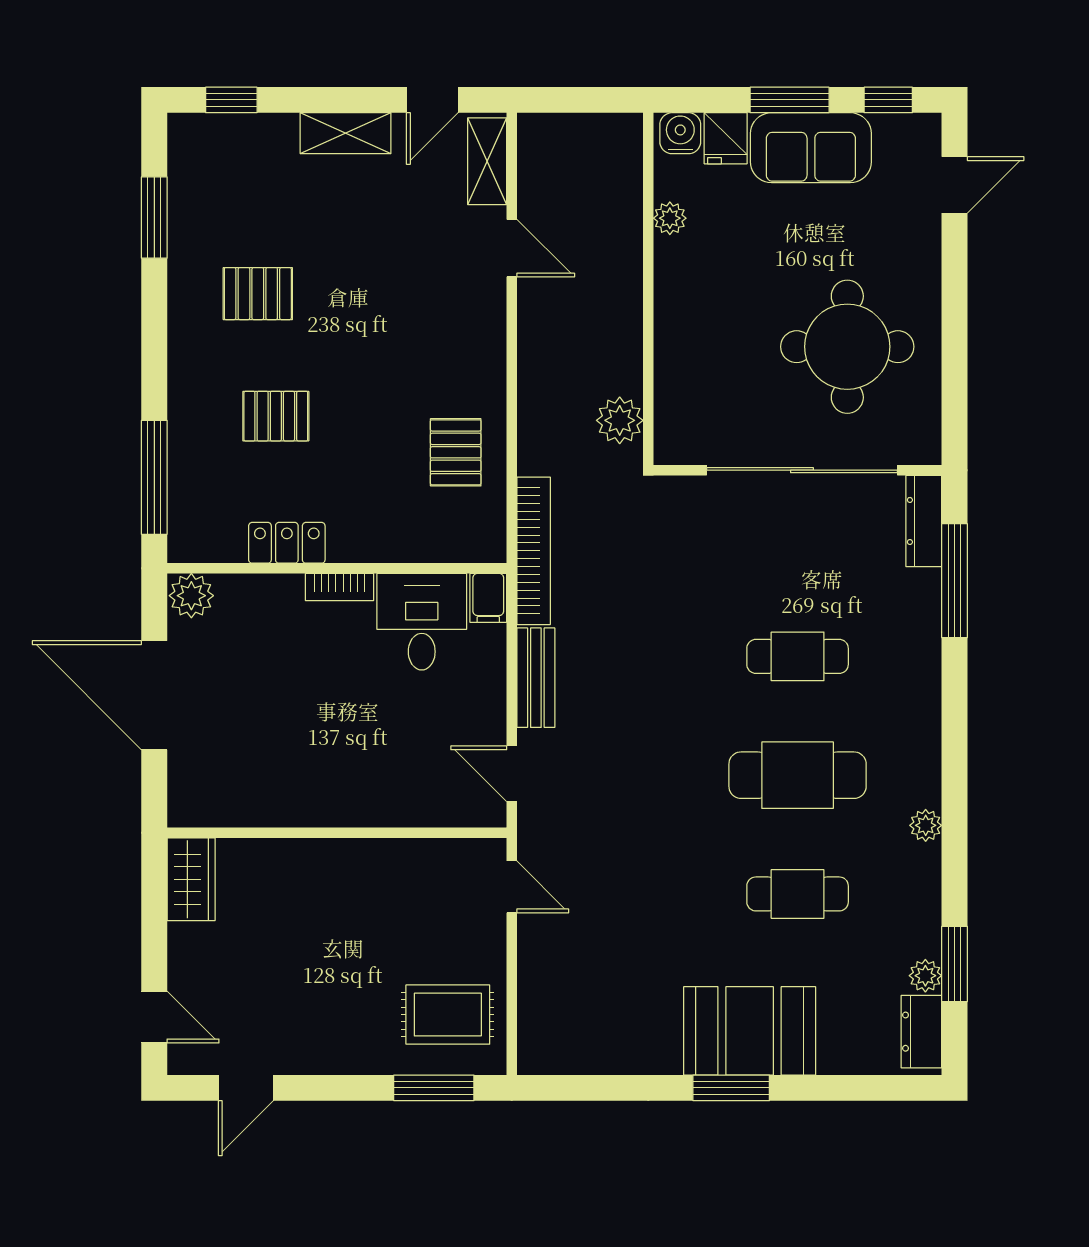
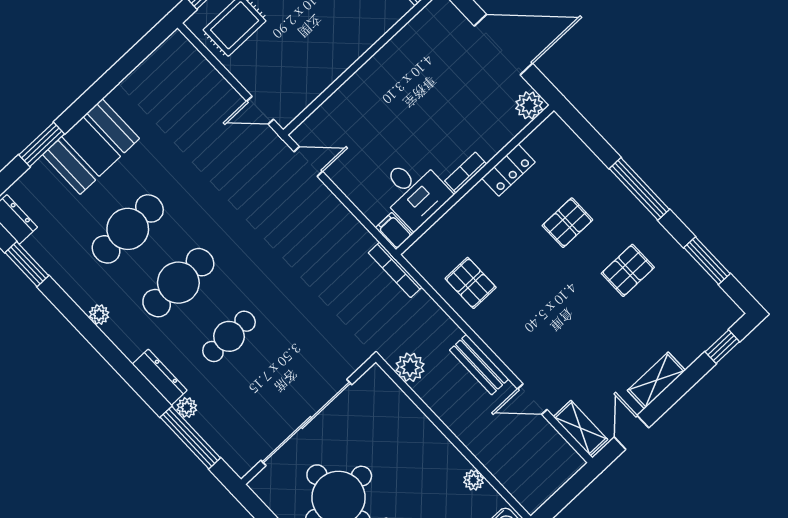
window: (154, 477) -> (639, 189), moved
dresser: (924, 521) -> (160, 377), moved
bookcase: (534, 551) -> (395, 270), width x0.68, depth x0.76
bench: (536, 678) -> (479, 365), moved
cafe table: (798, 894) -> (128, 229), width x1.37, depth x1.35
plant: (925, 976) -> (187, 407), moved
window: (731, 1088) -> (42, 144), moved

